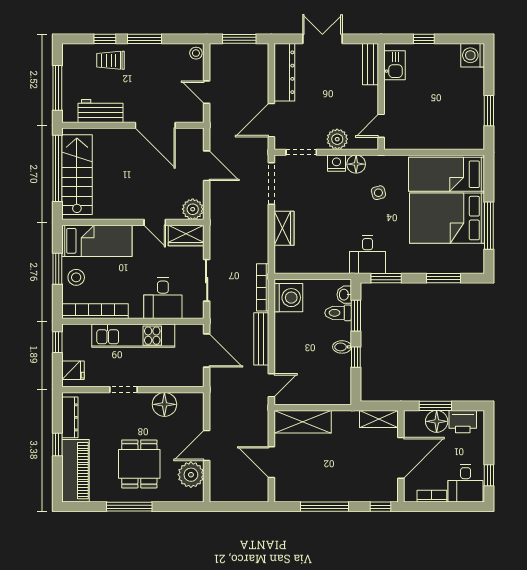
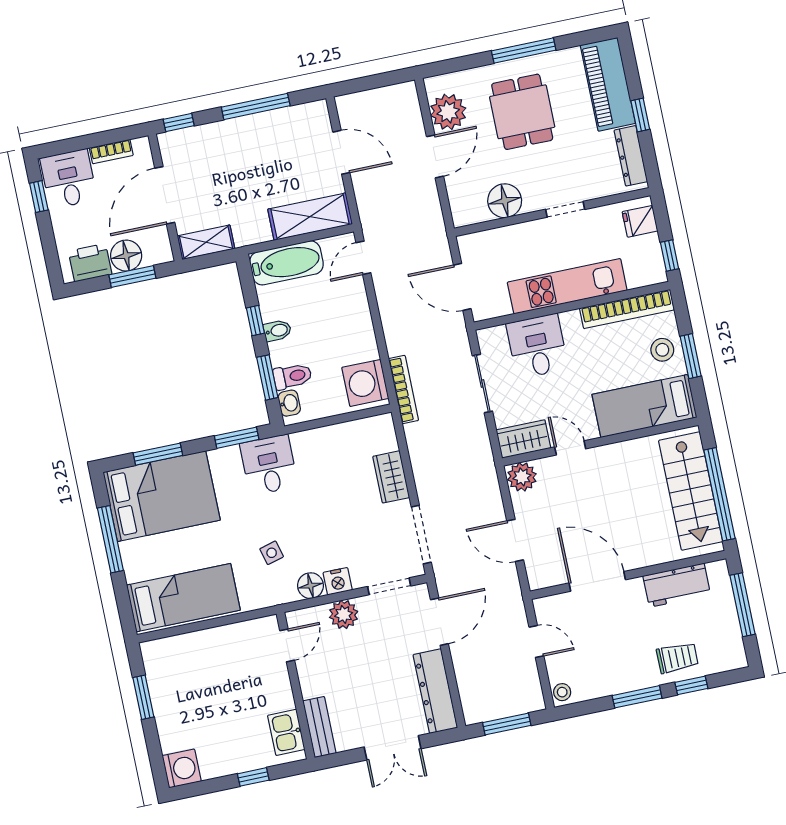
bed: (447, 218) -> (162, 496), moved
bench: (261, 339) -> (390, 318), removed
bathtub: (326, 393) -> (286, 263), added

